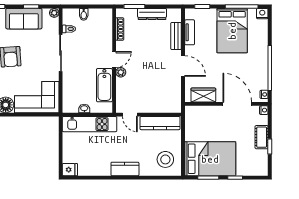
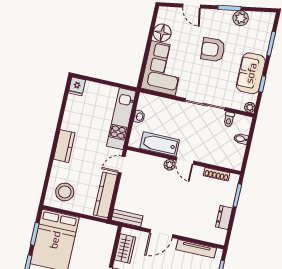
dresser: (152, 14) -> (224, 217), width x0.70
tv unit: (190, 32) -> (196, 249), width x1.41
bench: (176, 36) -> (127, 218), moved

